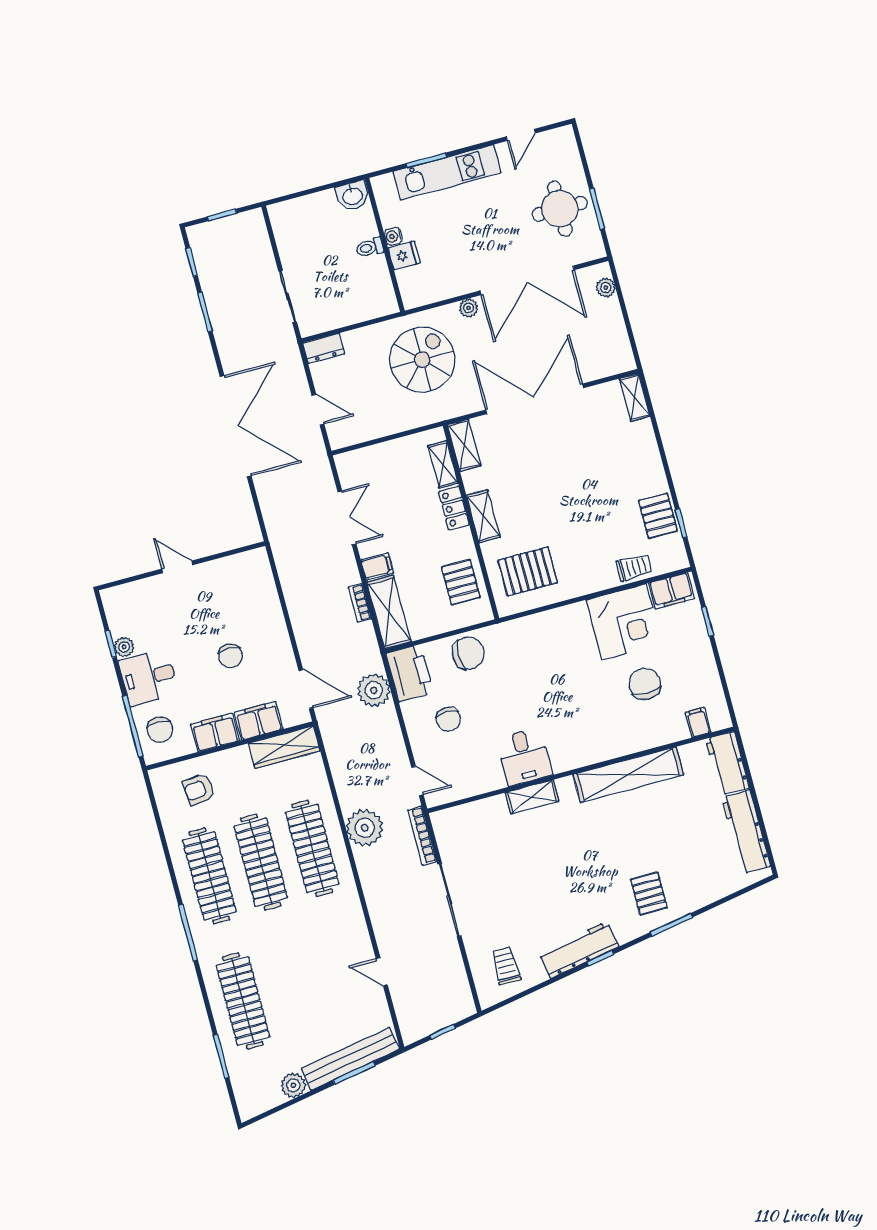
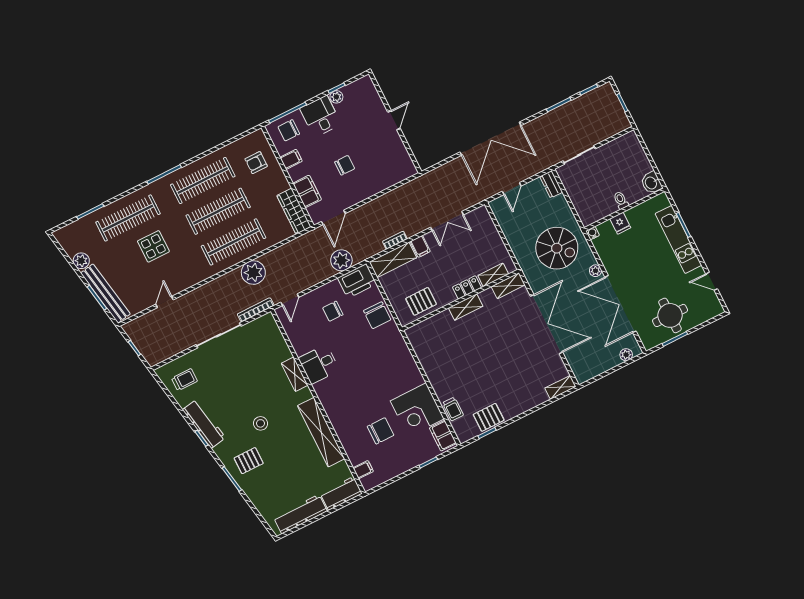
water cooler: (393, 236) -> (593, 233), moved
pallet: (528, 571) -> (437, 342), removed
chair: (230, 656) -> (345, 165), turned 180
filing cabinet: (215, 732) -> (291, 159), width x0.50
armchair: (199, 789) -> (256, 163), turned -84
stool: (596, 864) -> (260, 423), added
display table: (294, 971) -> (153, 246), added

